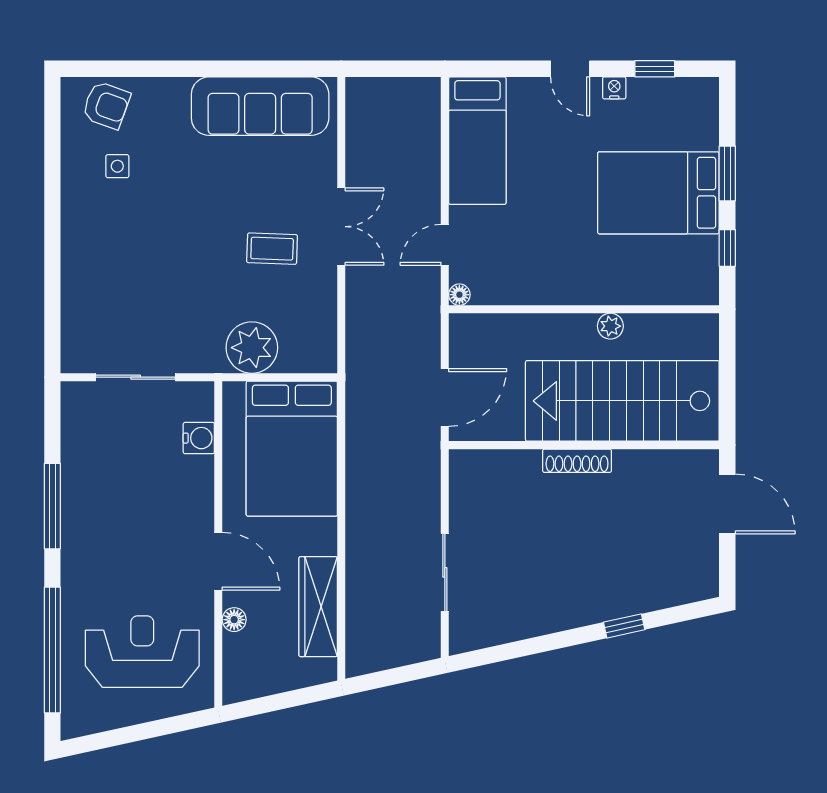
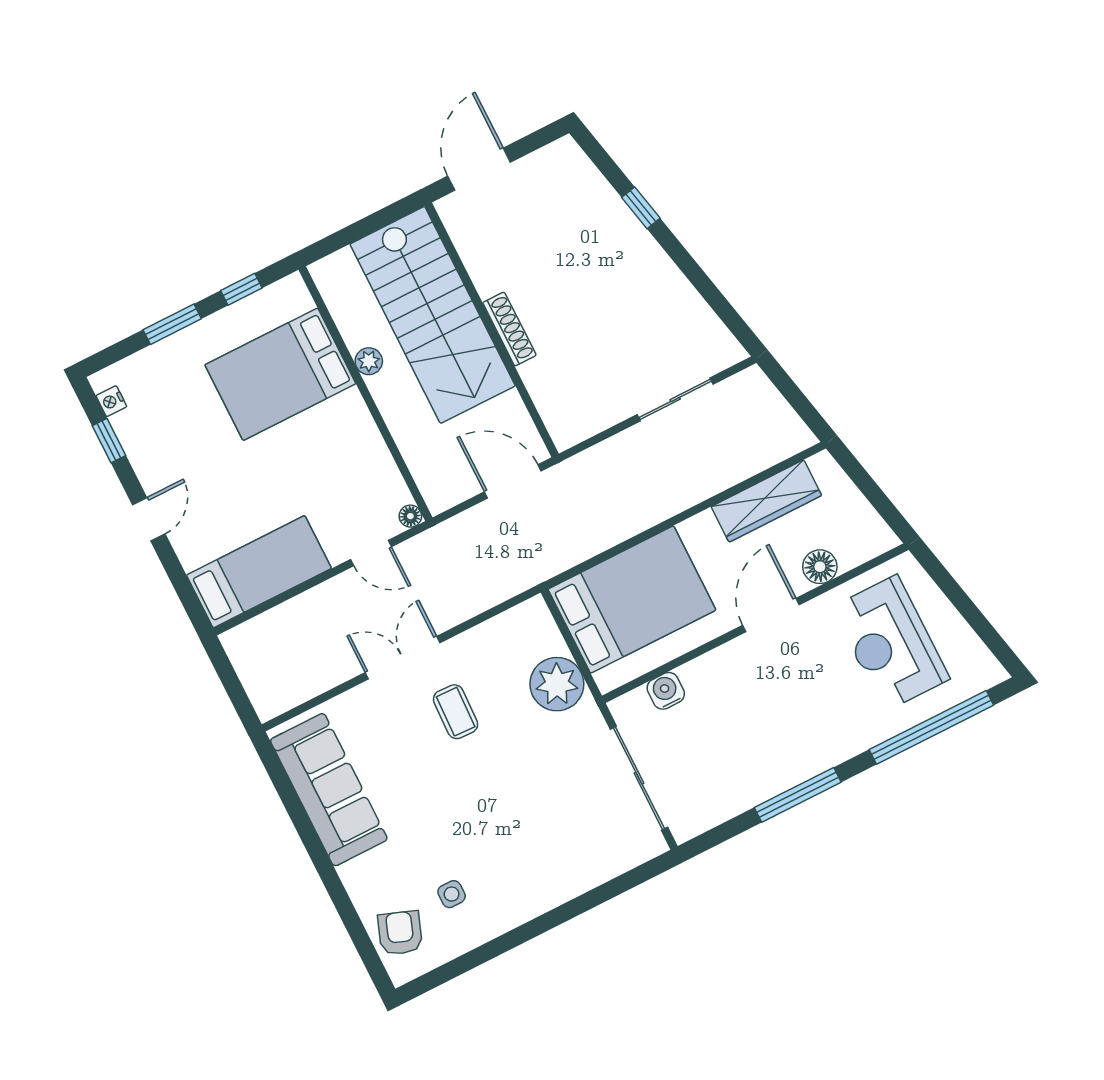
nightstand: (614, 88) -> (111, 401), moved
bed: (658, 193) -> (280, 374), moved, turned 90
sliding door: (136, 377) -> (639, 778), width x1.37
floor lamp: (234, 620) -> (820, 567), width x1.37, depth x1.37

